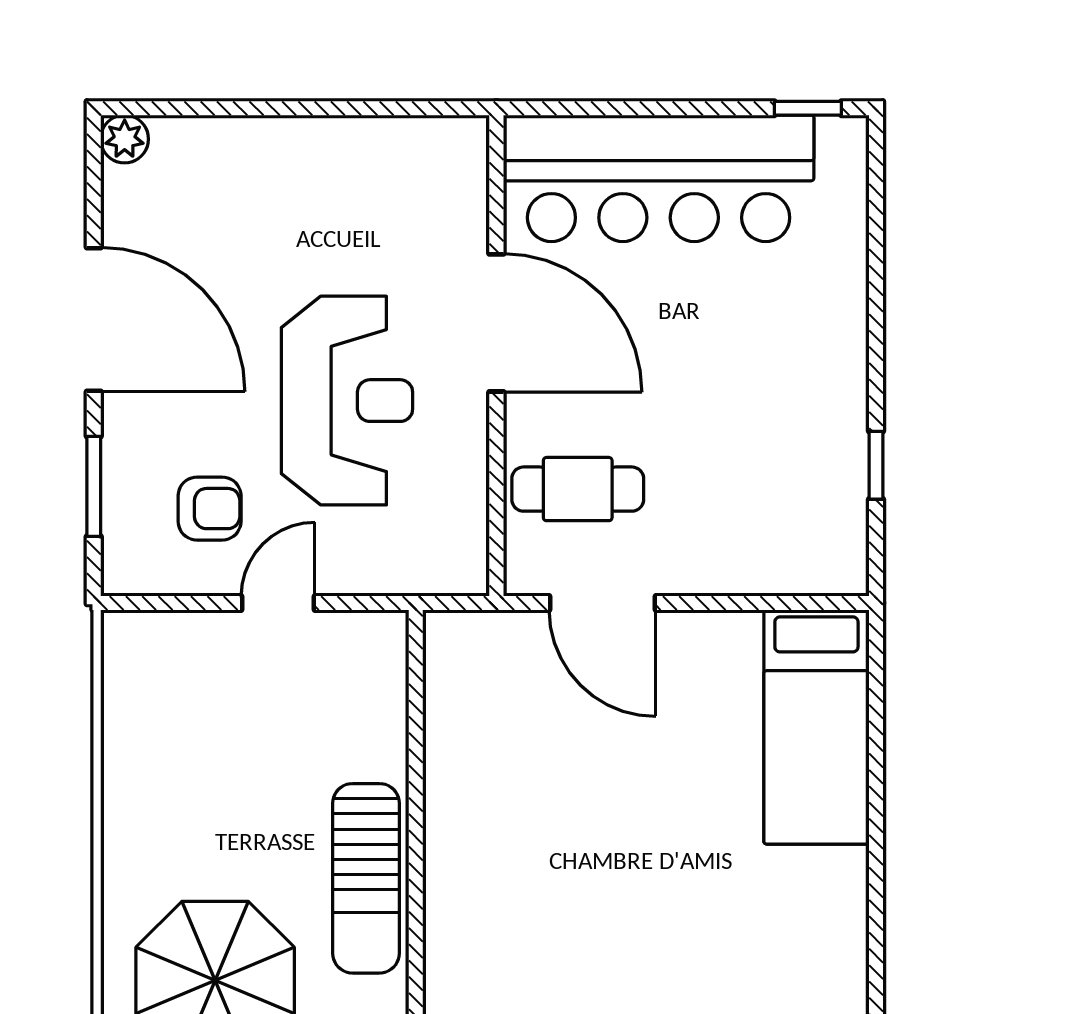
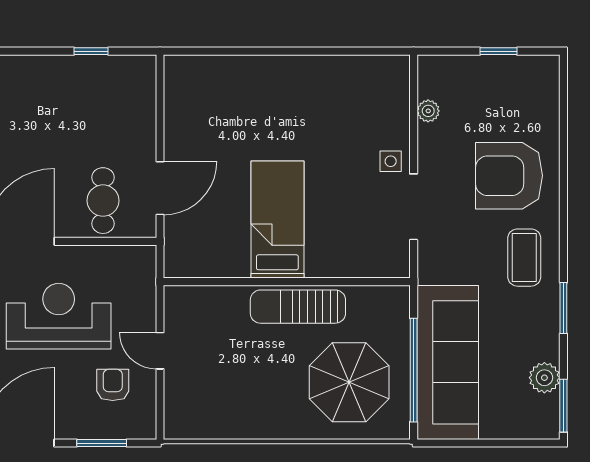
bed: (816, 727) -> (277, 220), moved, turned -90
sun lounger: (366, 878) -> (298, 307), turned 180

